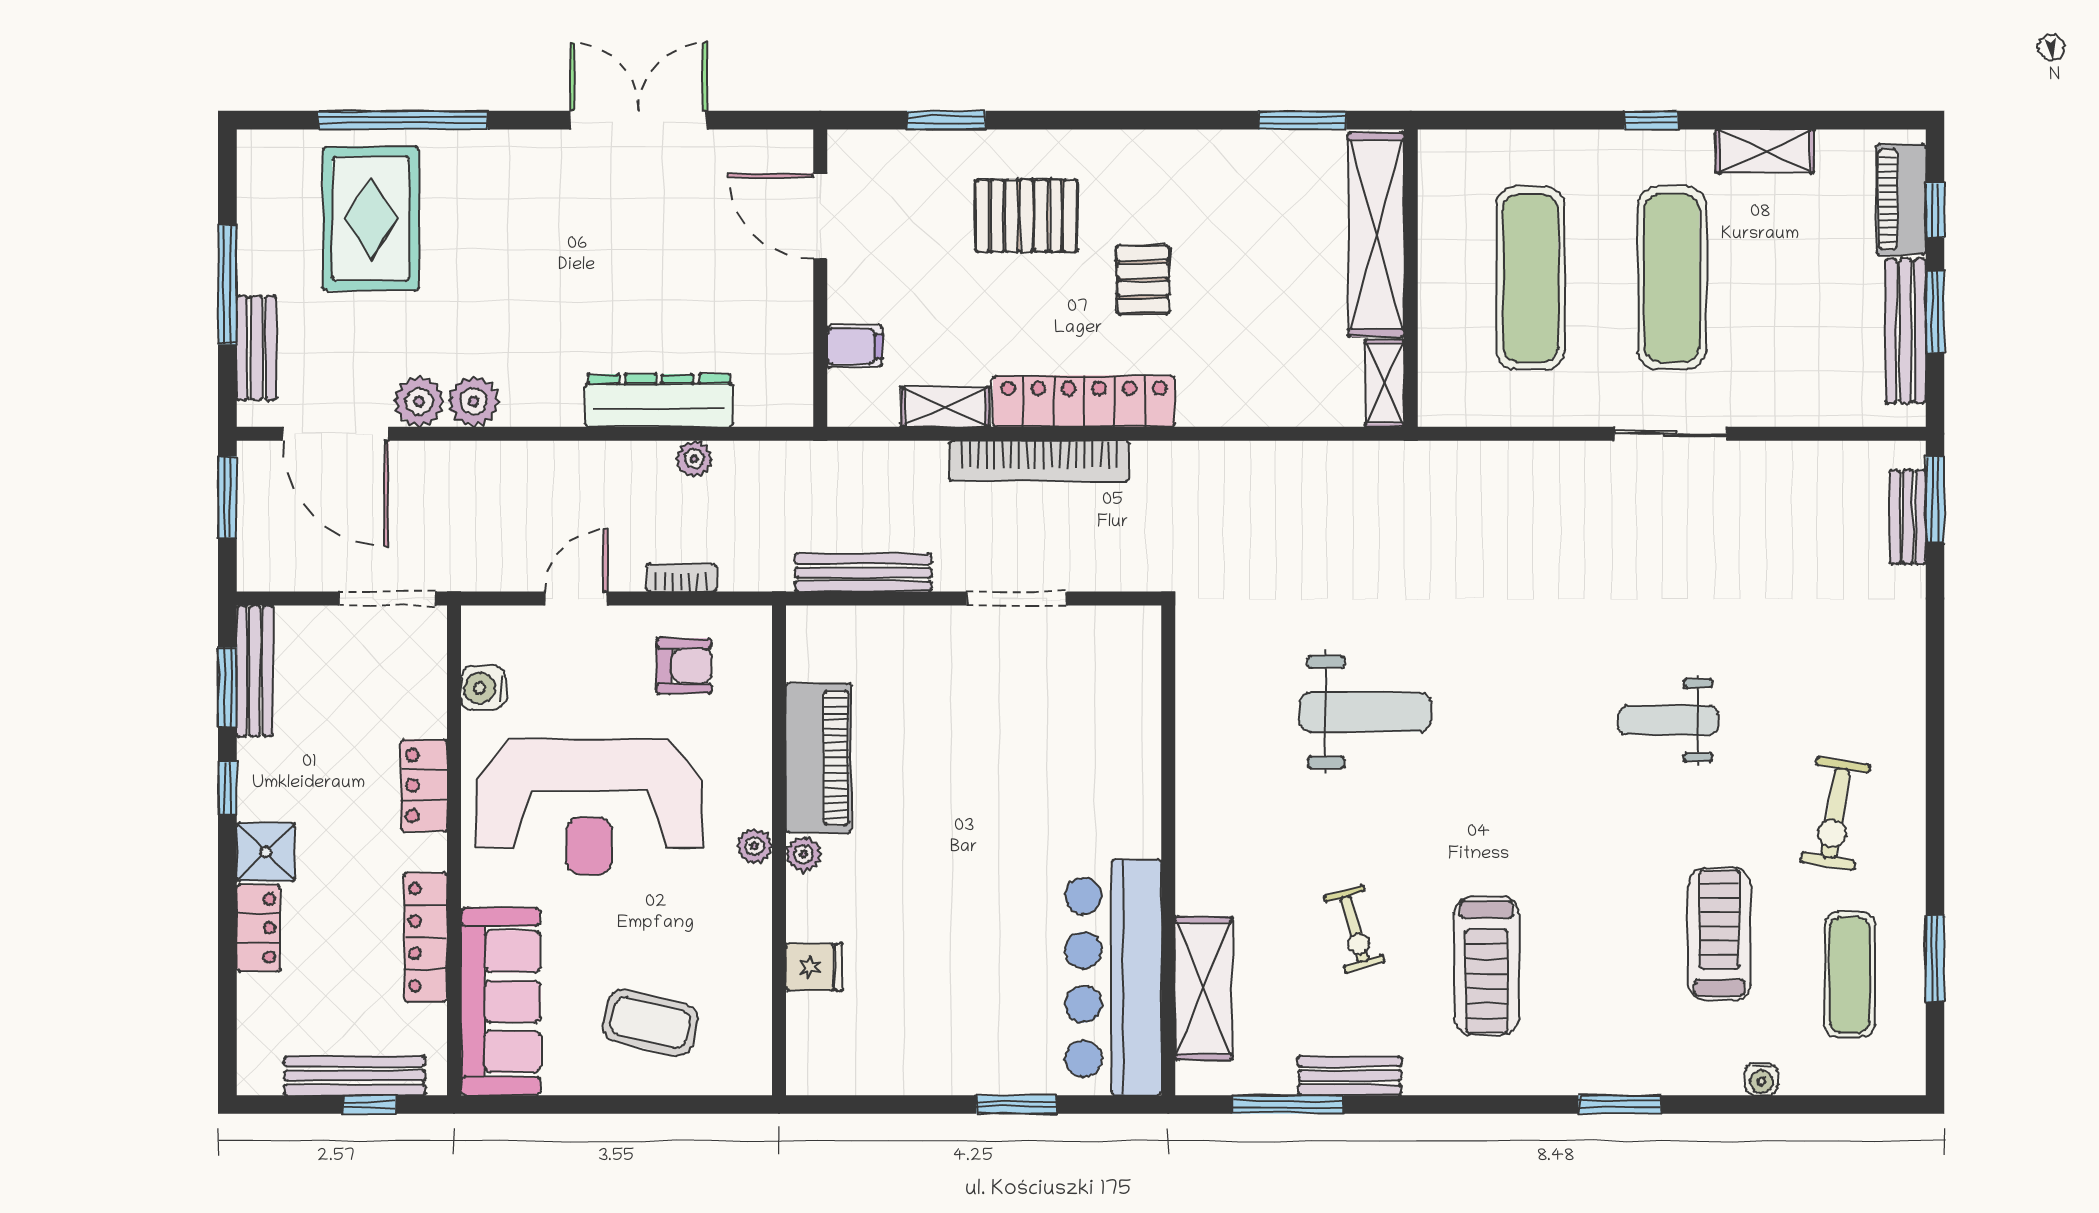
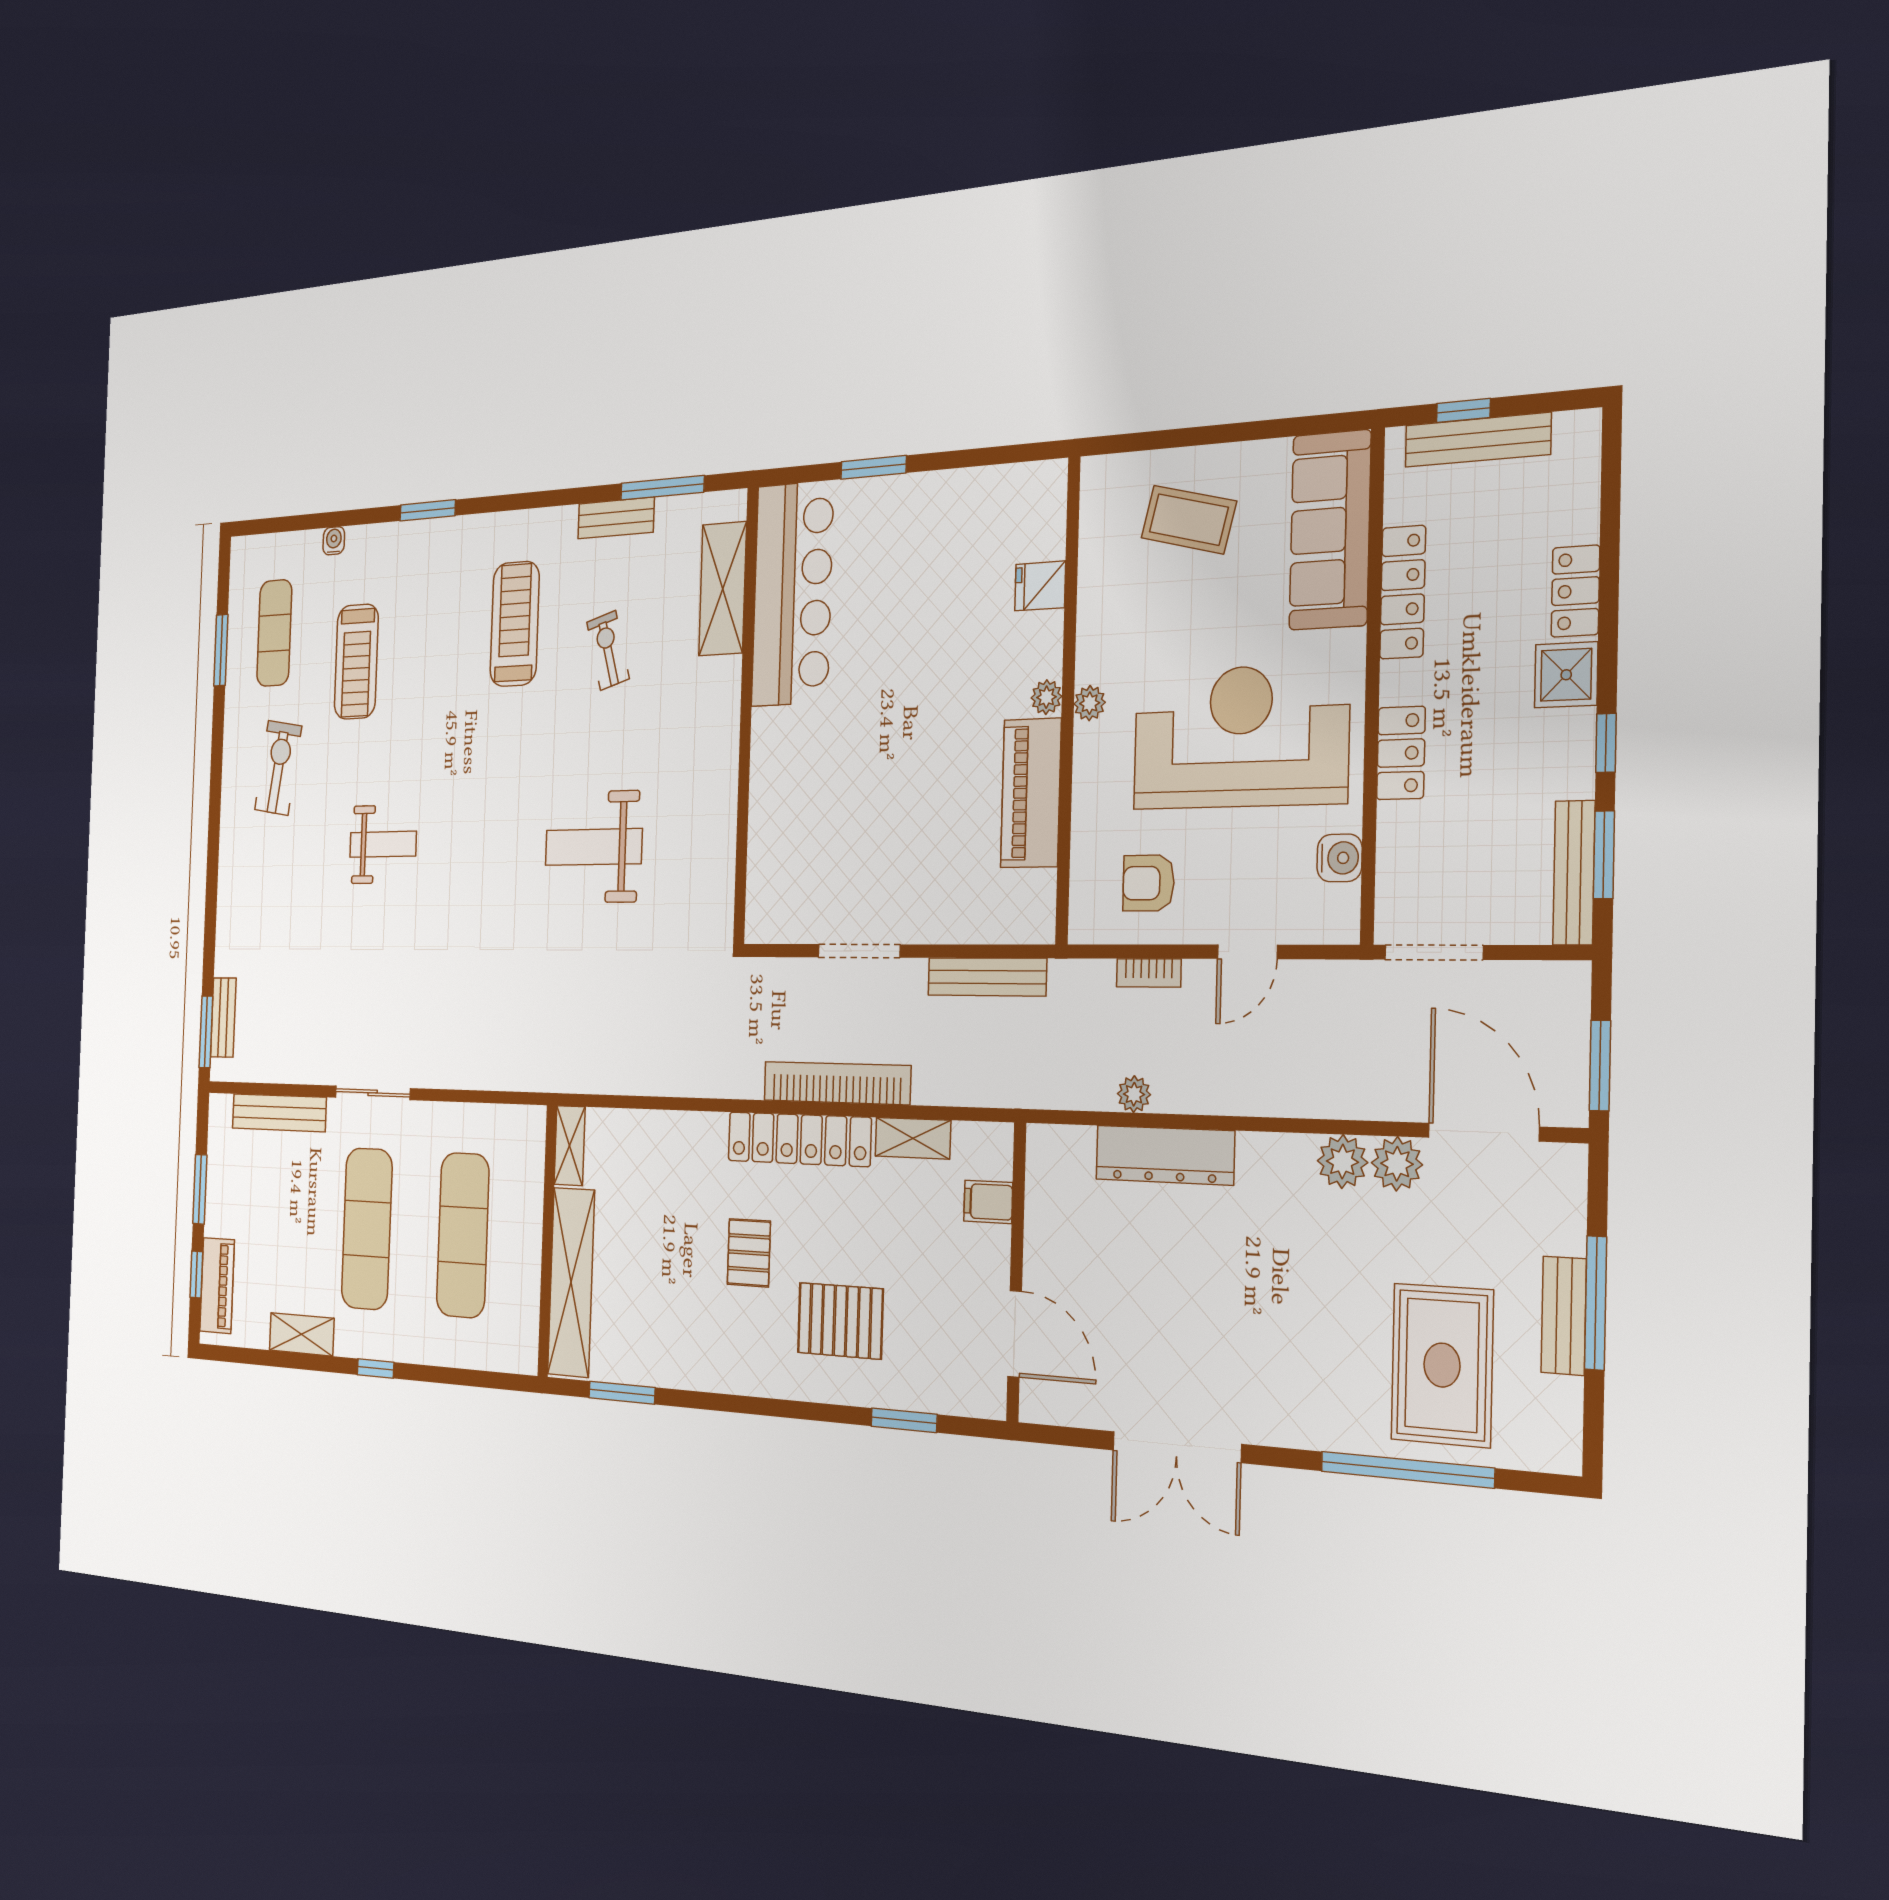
bench: (1906, 331) -> (279, 1113), moved, turned 90
bench: (257, 348) -> (1564, 1316), moved

